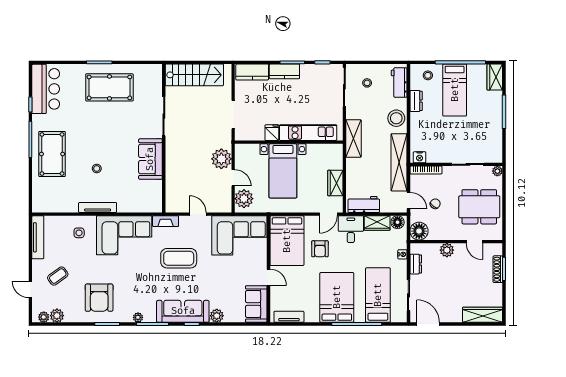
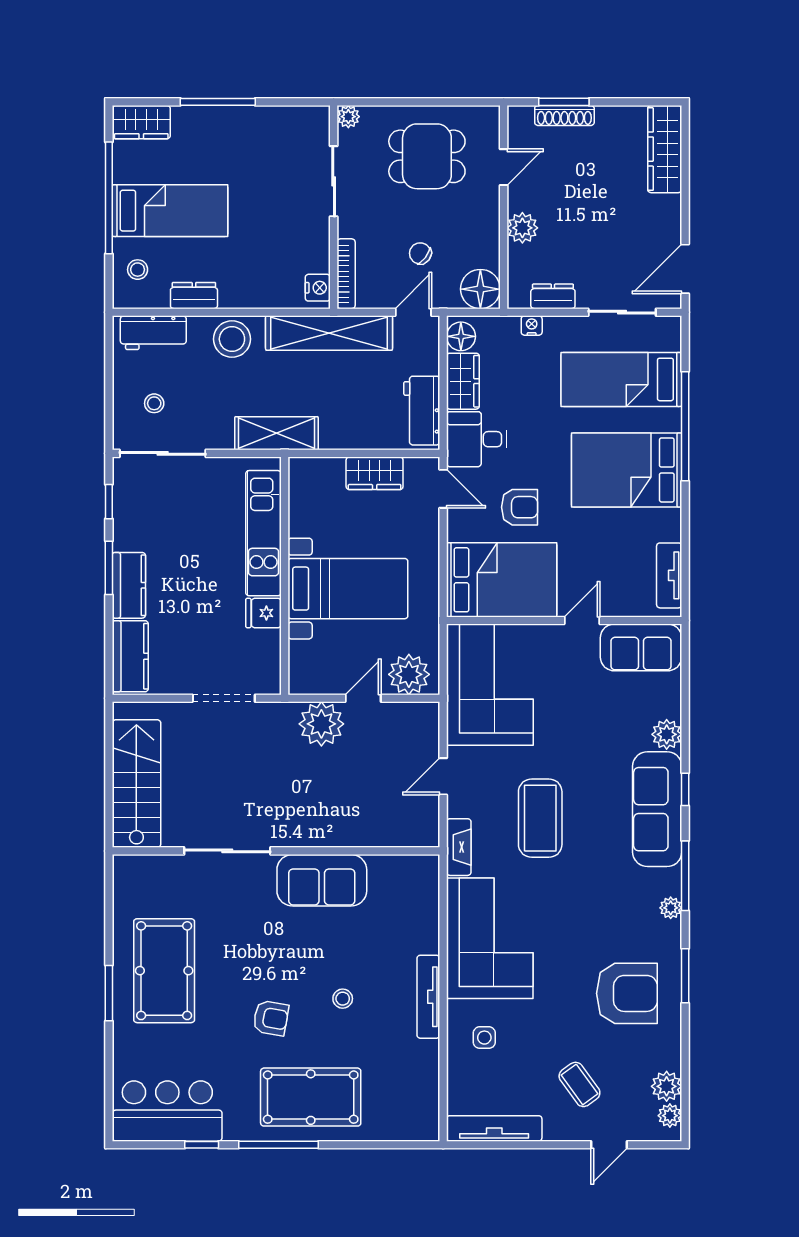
armchair: (88, 136) -> (271, 1018), added
dining table: (479, 207) -> (427, 156), width x0.73

